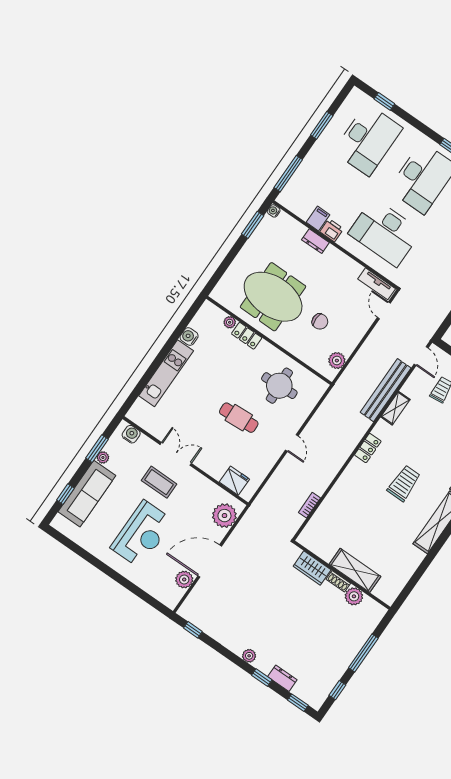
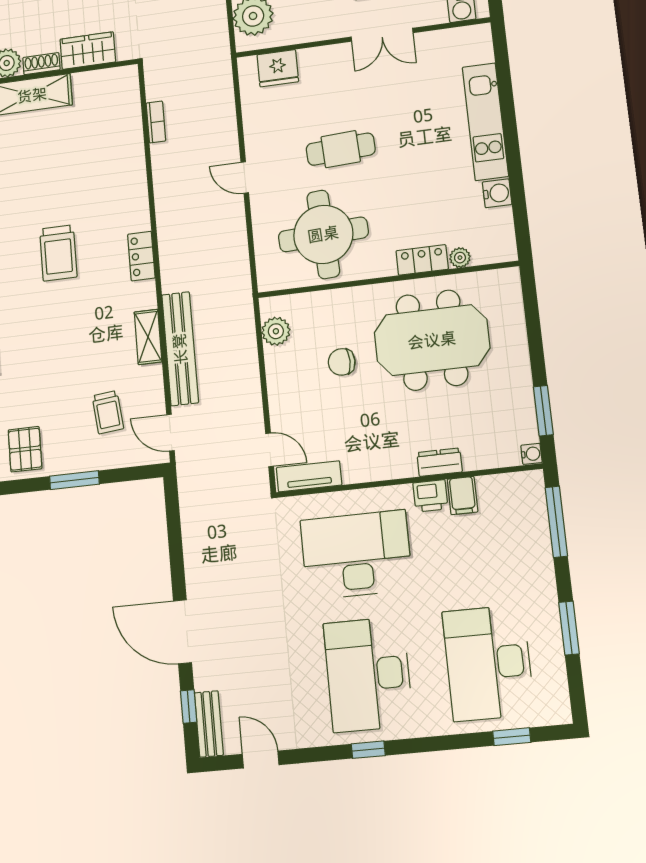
round table: (279, 386) -> (323, 234), width x1.36, depth x1.36

